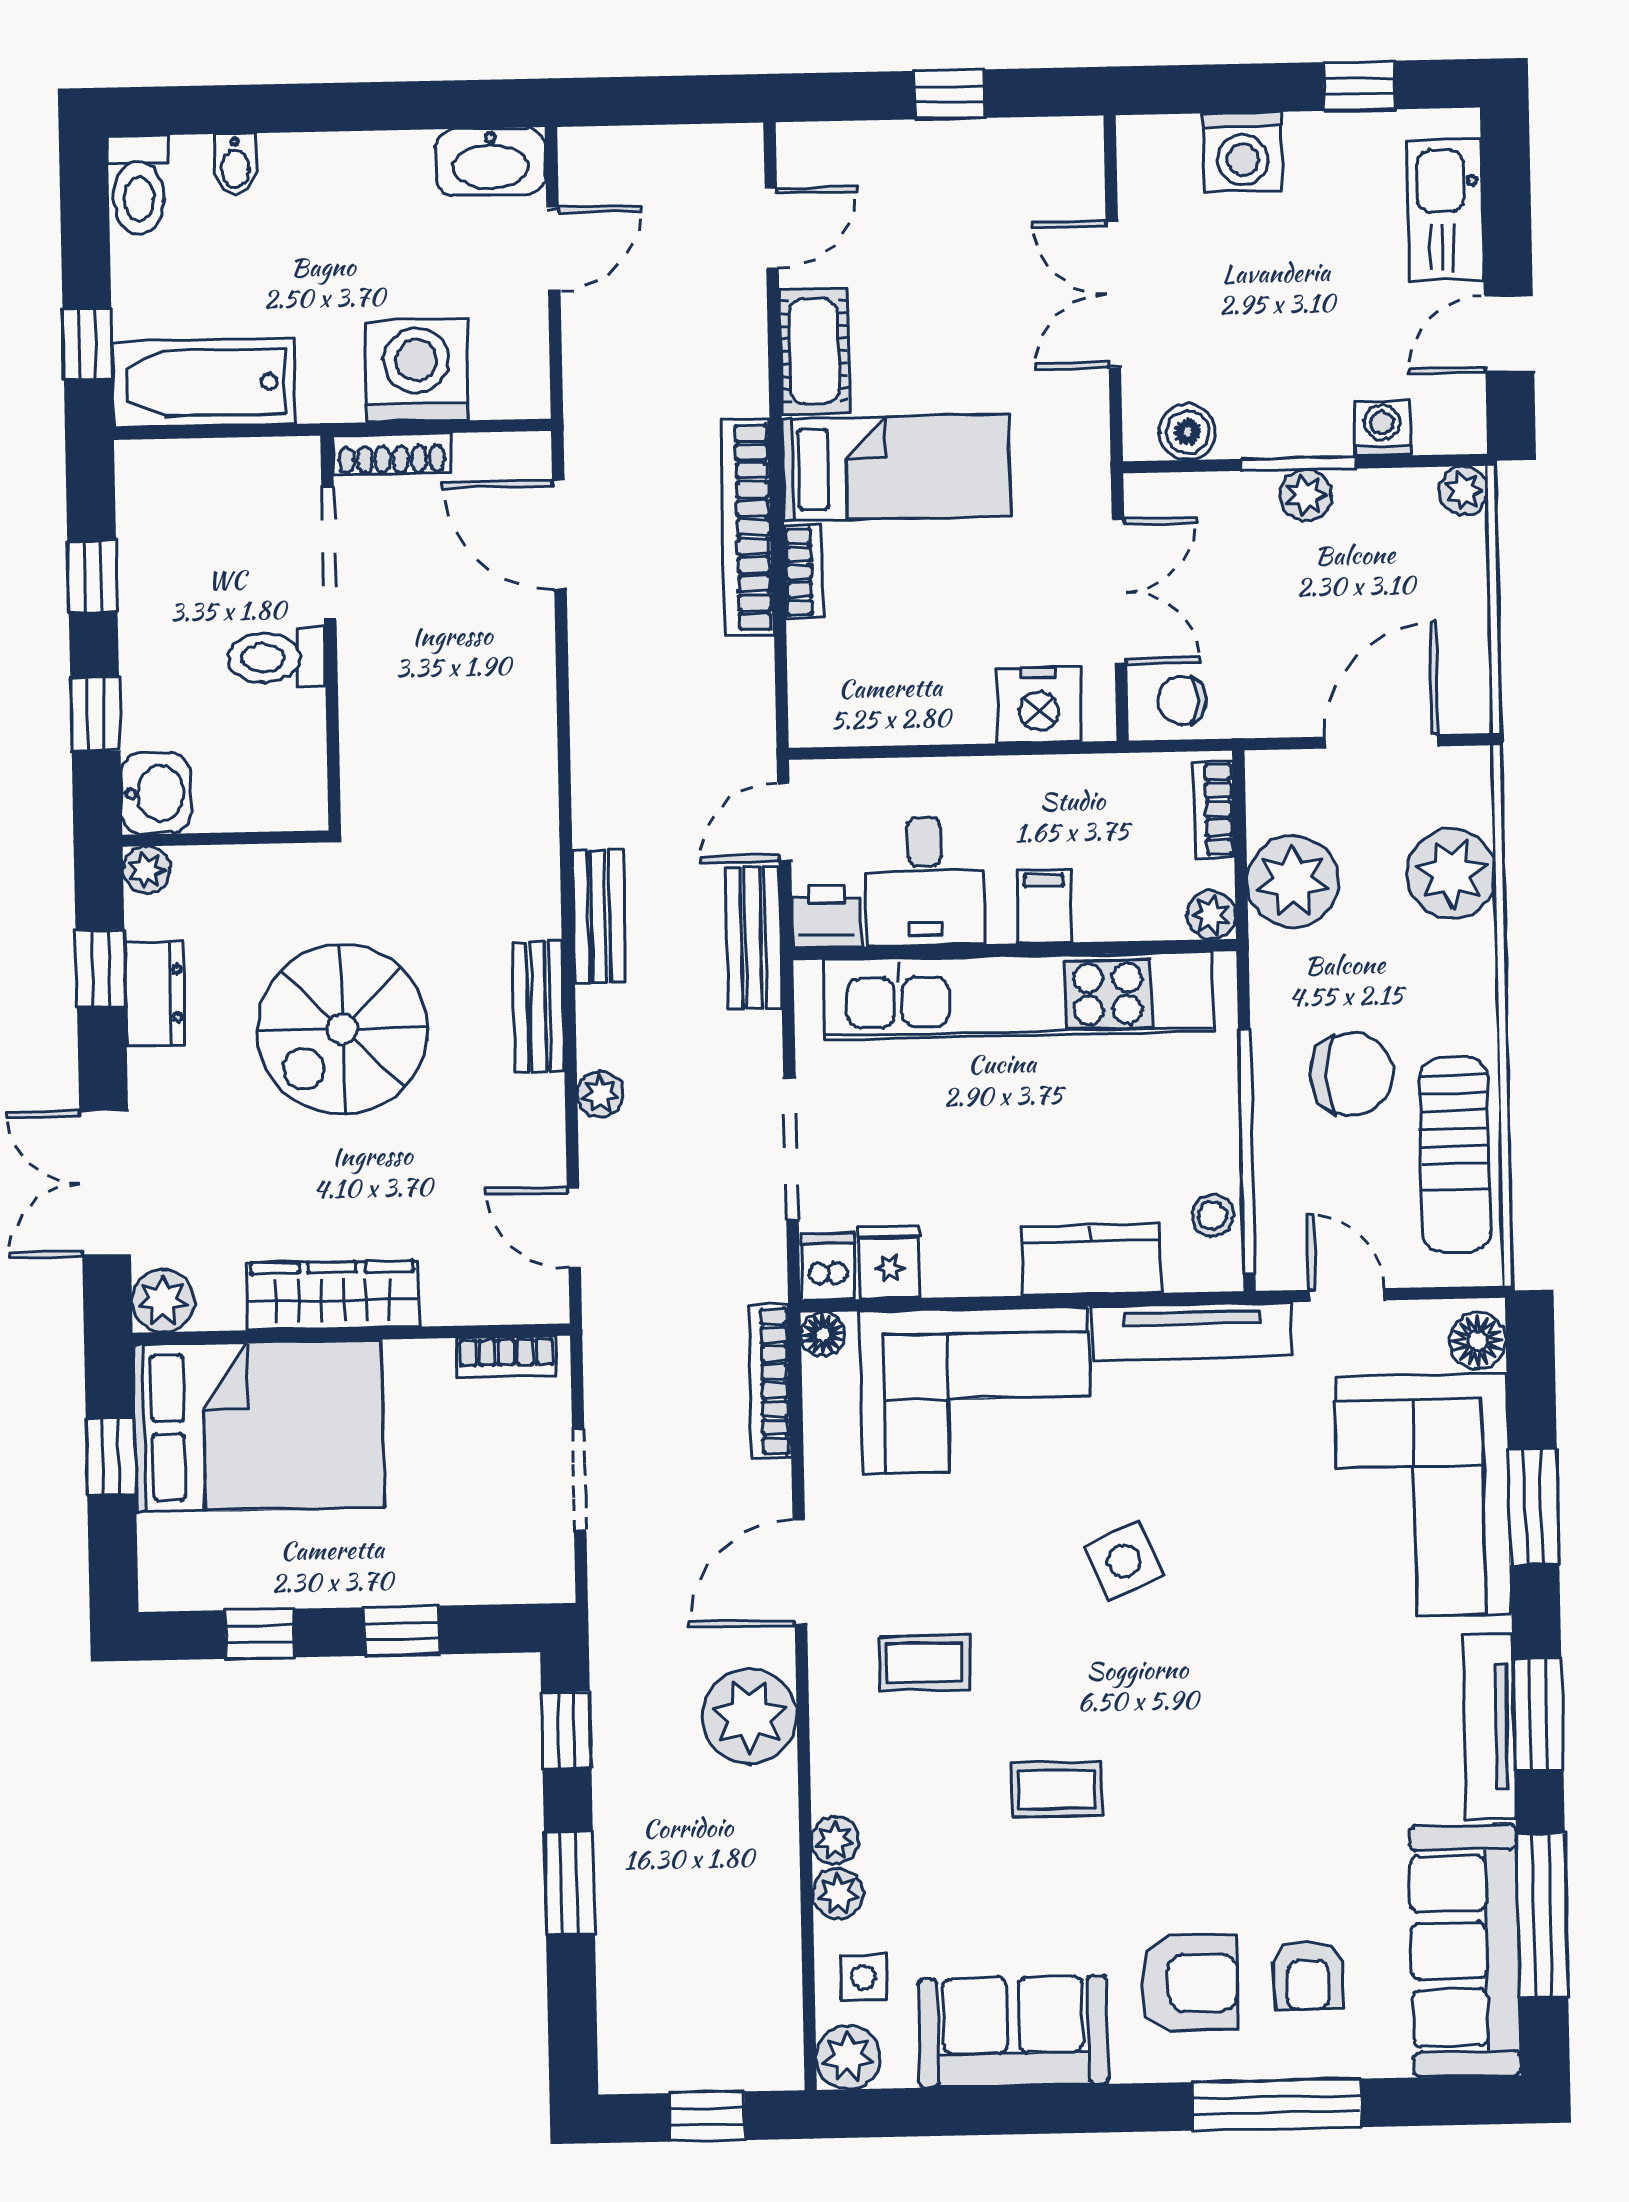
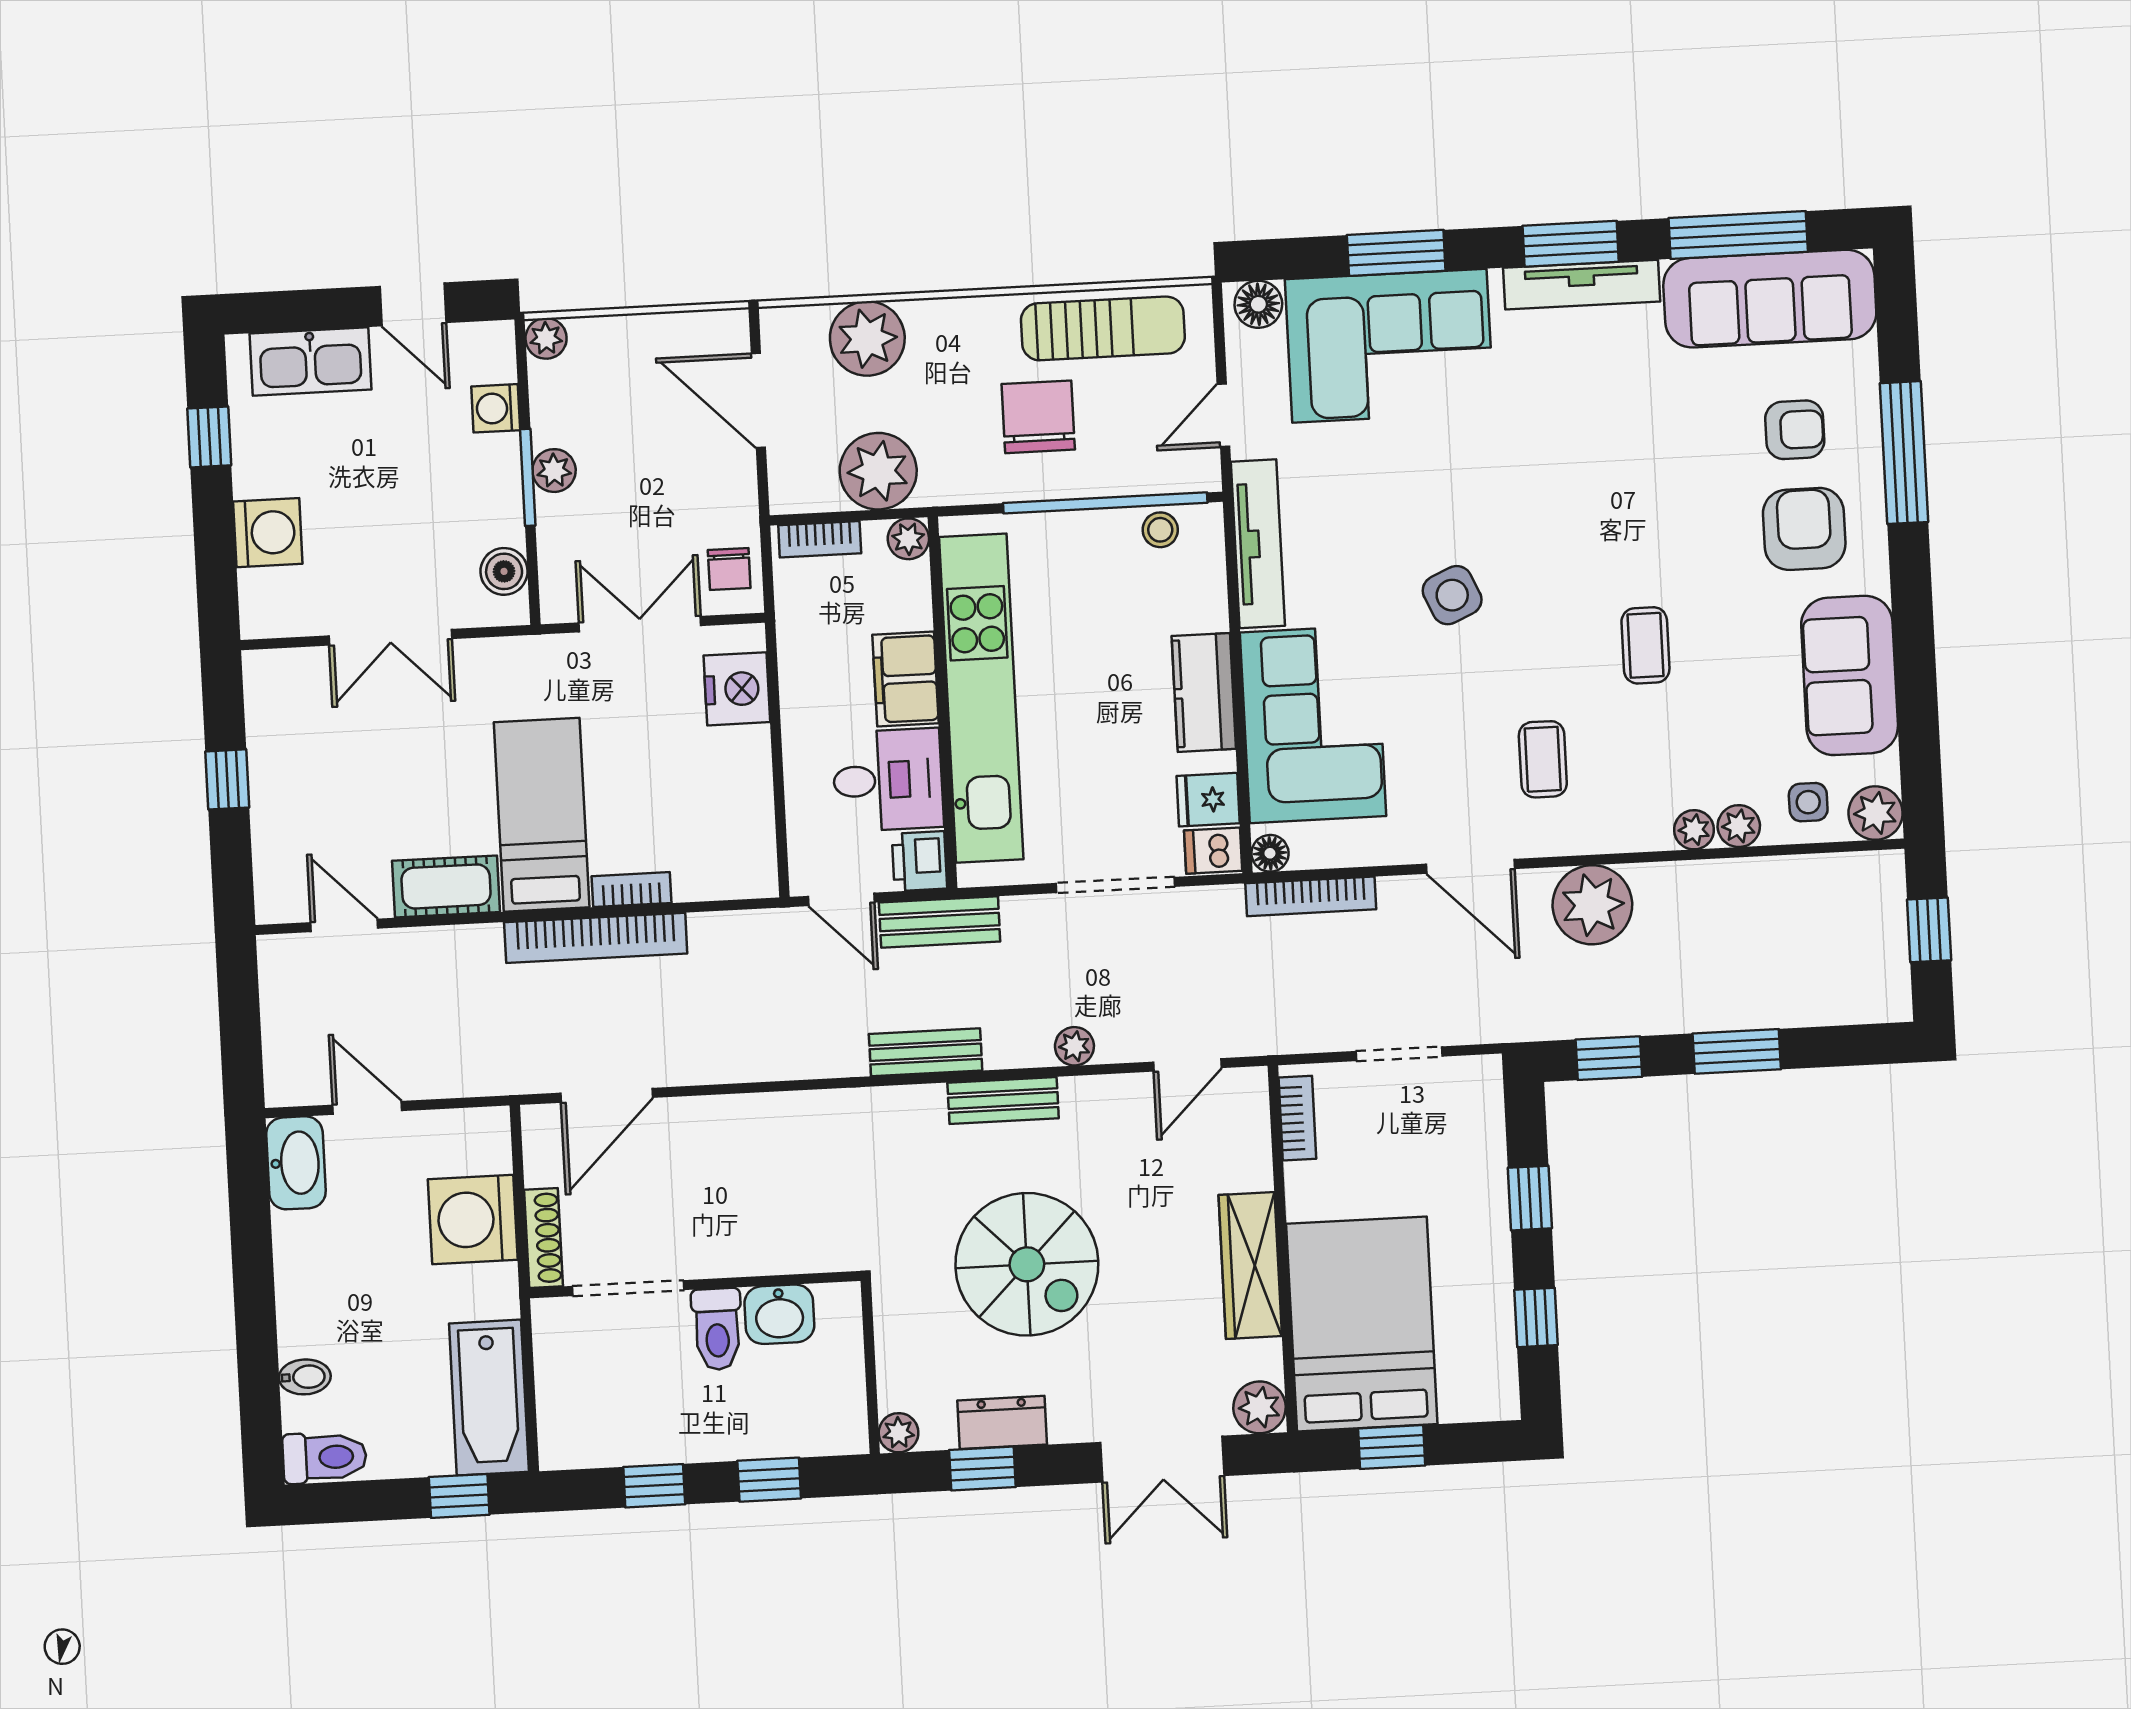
washbasin: (156, 793) -> (779, 1314), moved, turned 180
filing cabinet: (1044, 906) -> (906, 679), width x2.00
kitchen counter: (1091, 1260) -> (1204, 692), moved

